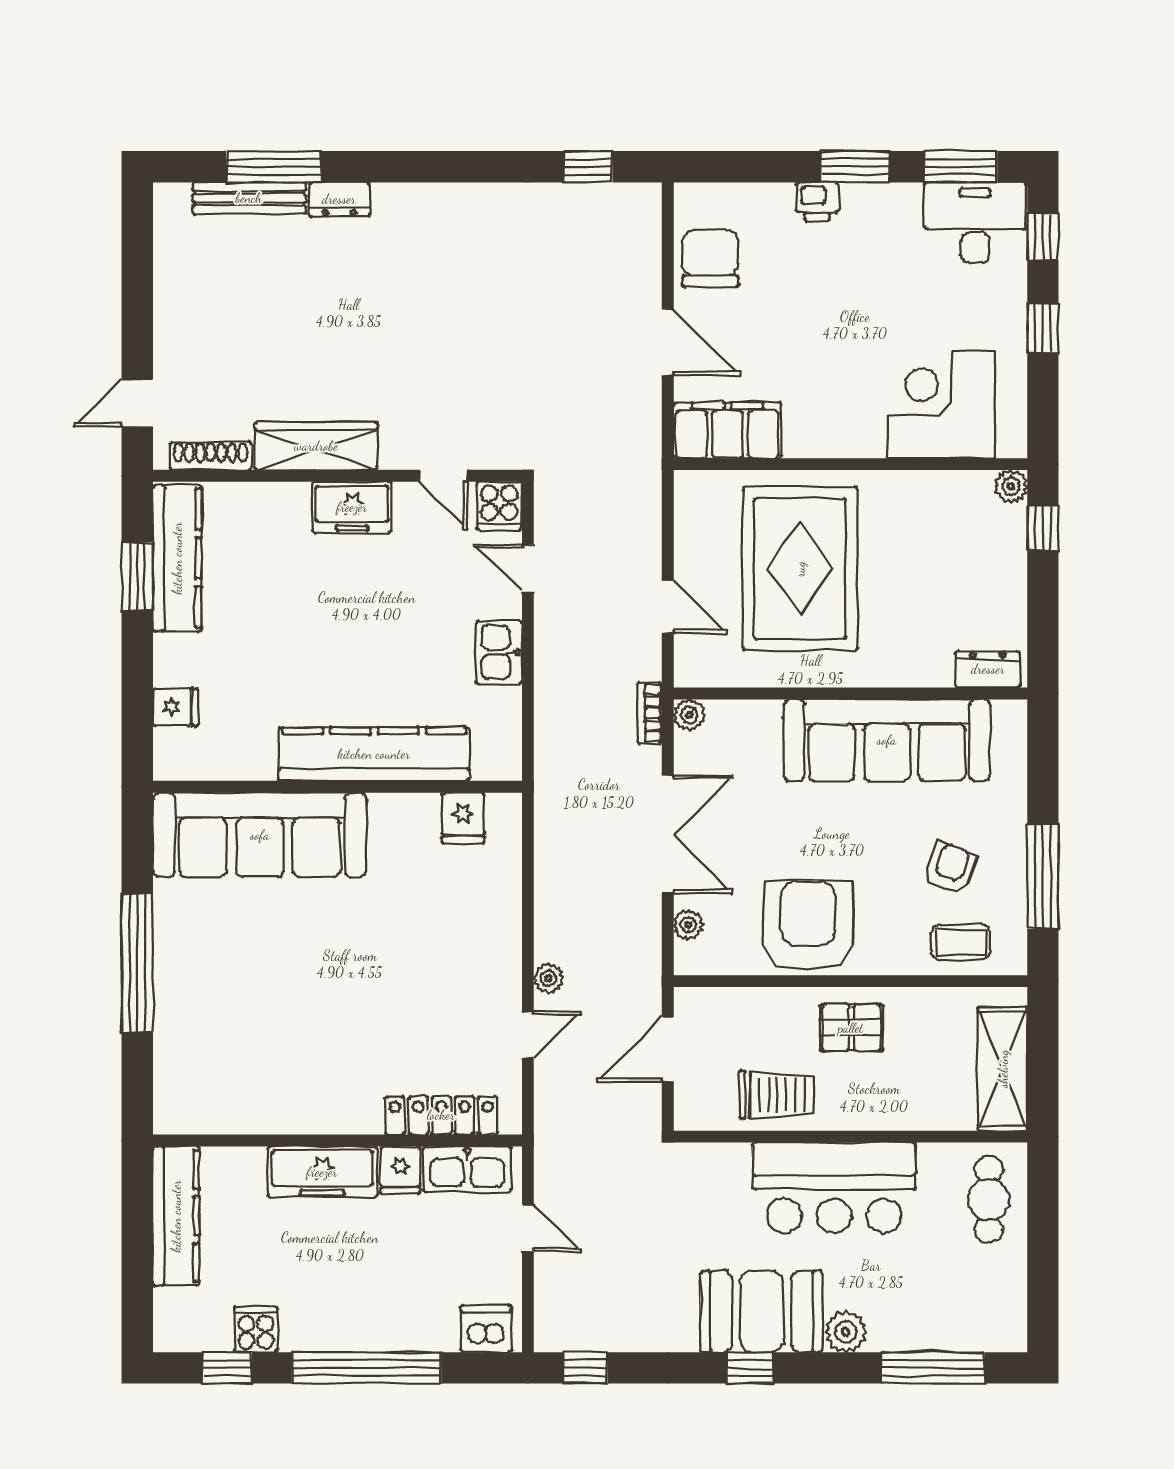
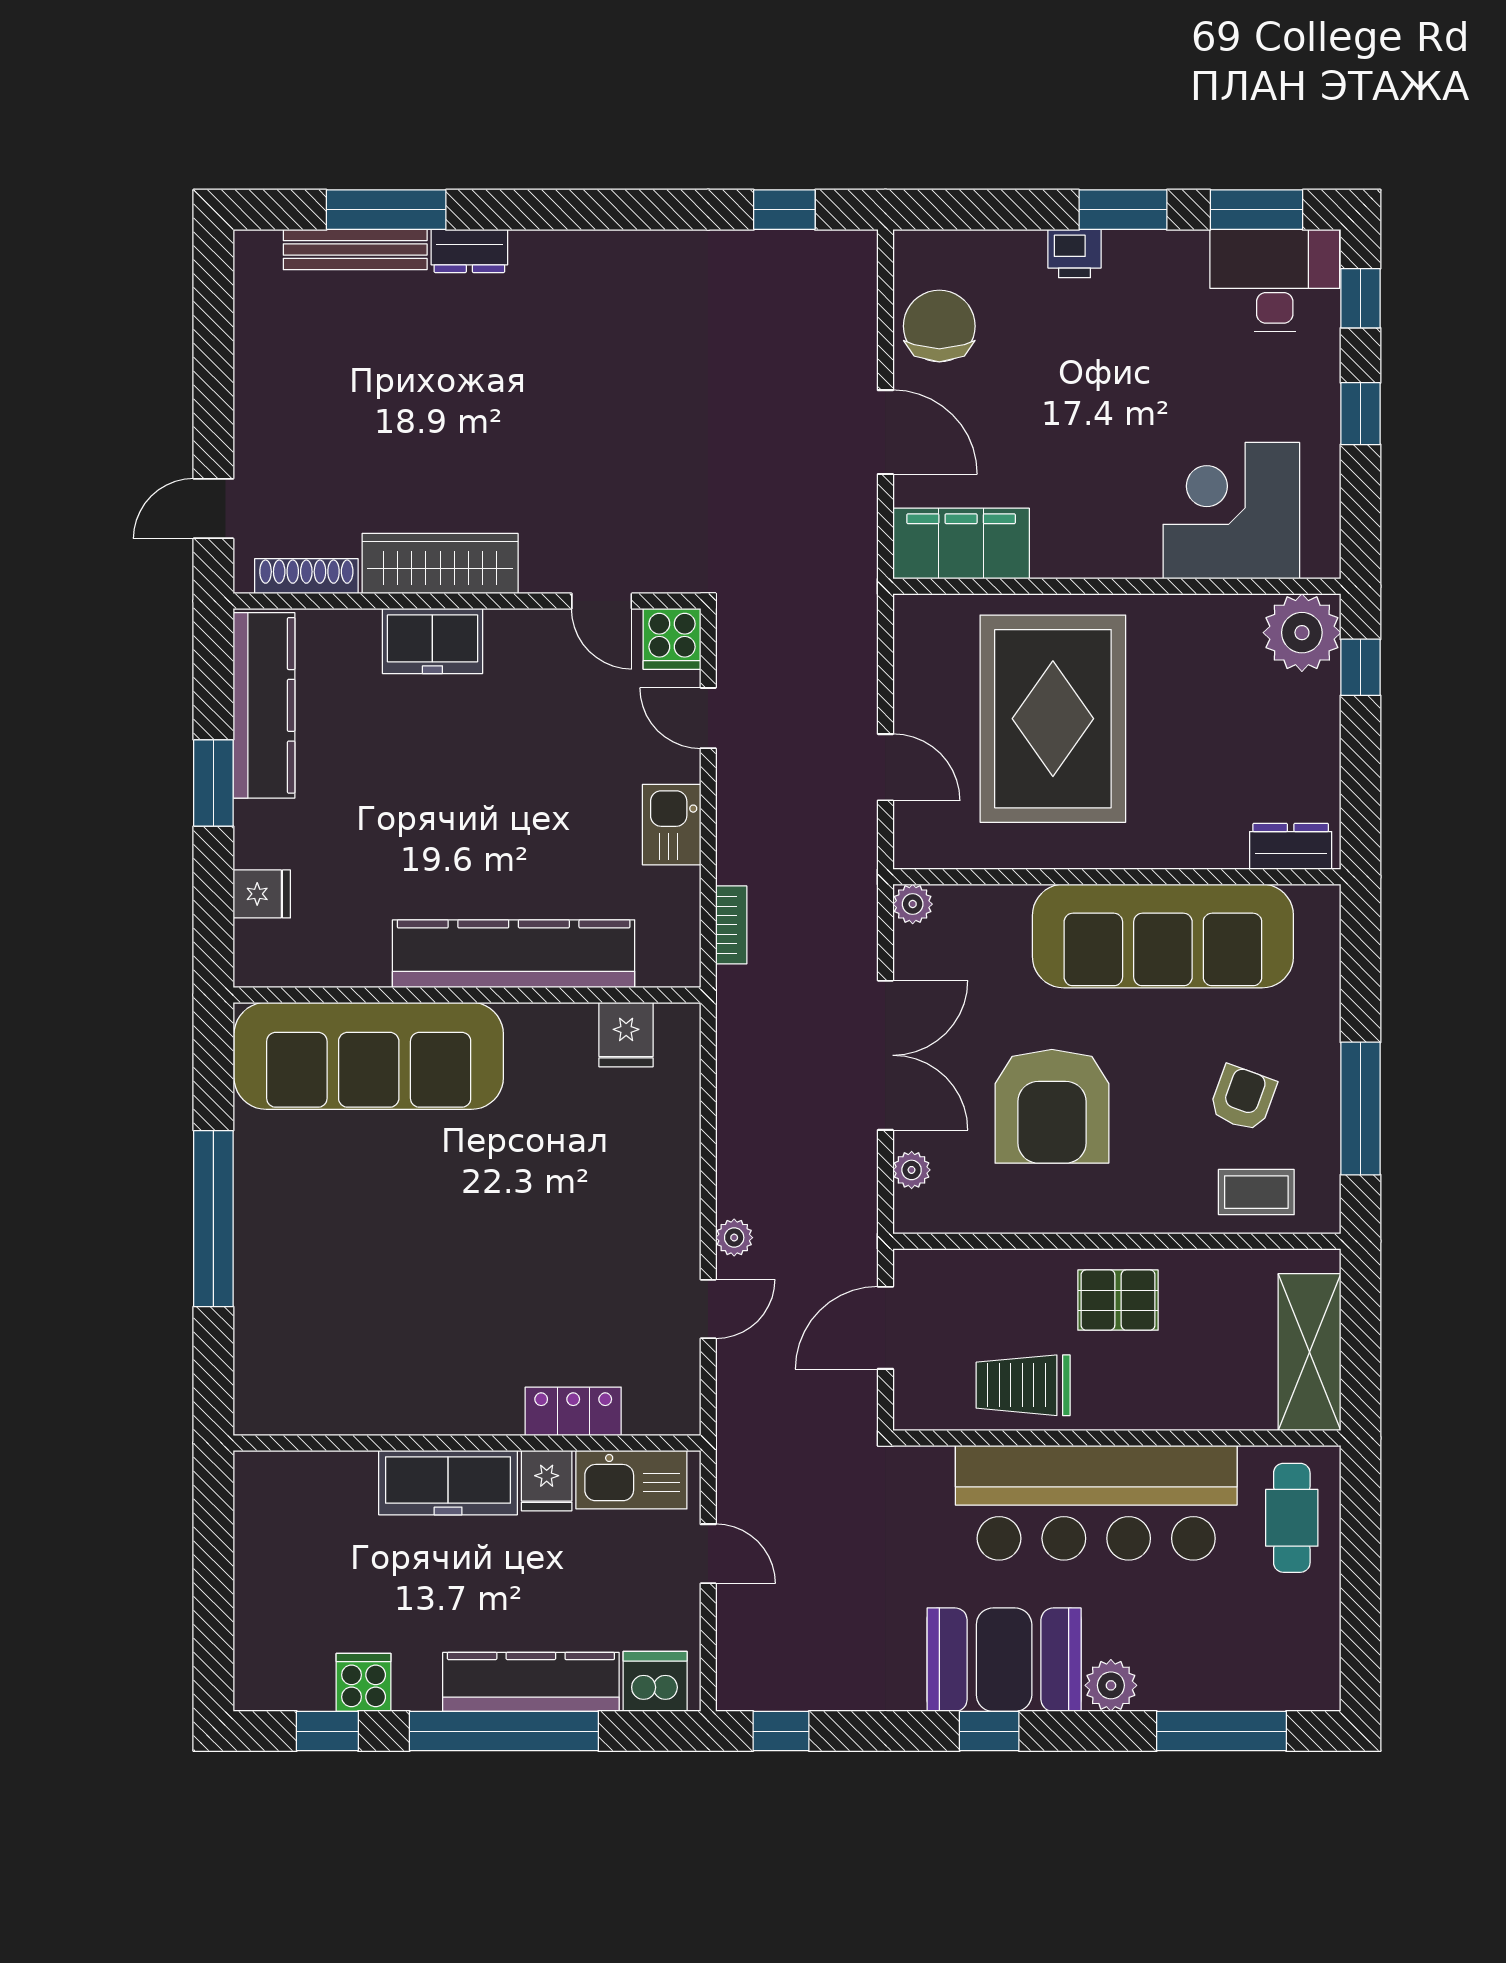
plant: (1011, 486) -> (1302, 633), width x1.88, depth x1.88
freezer: (352, 507) -> (432, 641), moved
window: (137, 577) -> (213, 783), moved
bookcase: (650, 713) -> (731, 925), moved, turned 180
armchair: (808, 926) -> (1052, 1106), moved, turned 180
trolley: (777, 1095) -> (1023, 1385), turned 180
locker: (441, 1115) -> (573, 1411), width x0.66
bar counter: (834, 1188) -> (1096, 1503), width x1.36
kitchen counter: (176, 1216) -> (531, 1682), moved, turned -90

